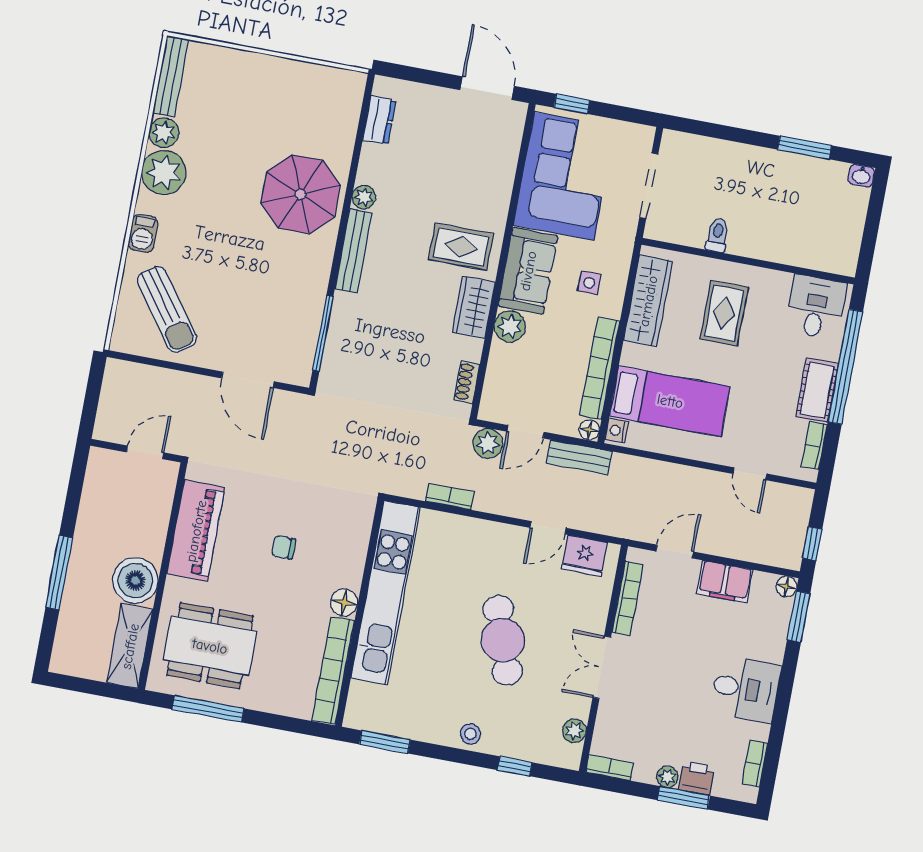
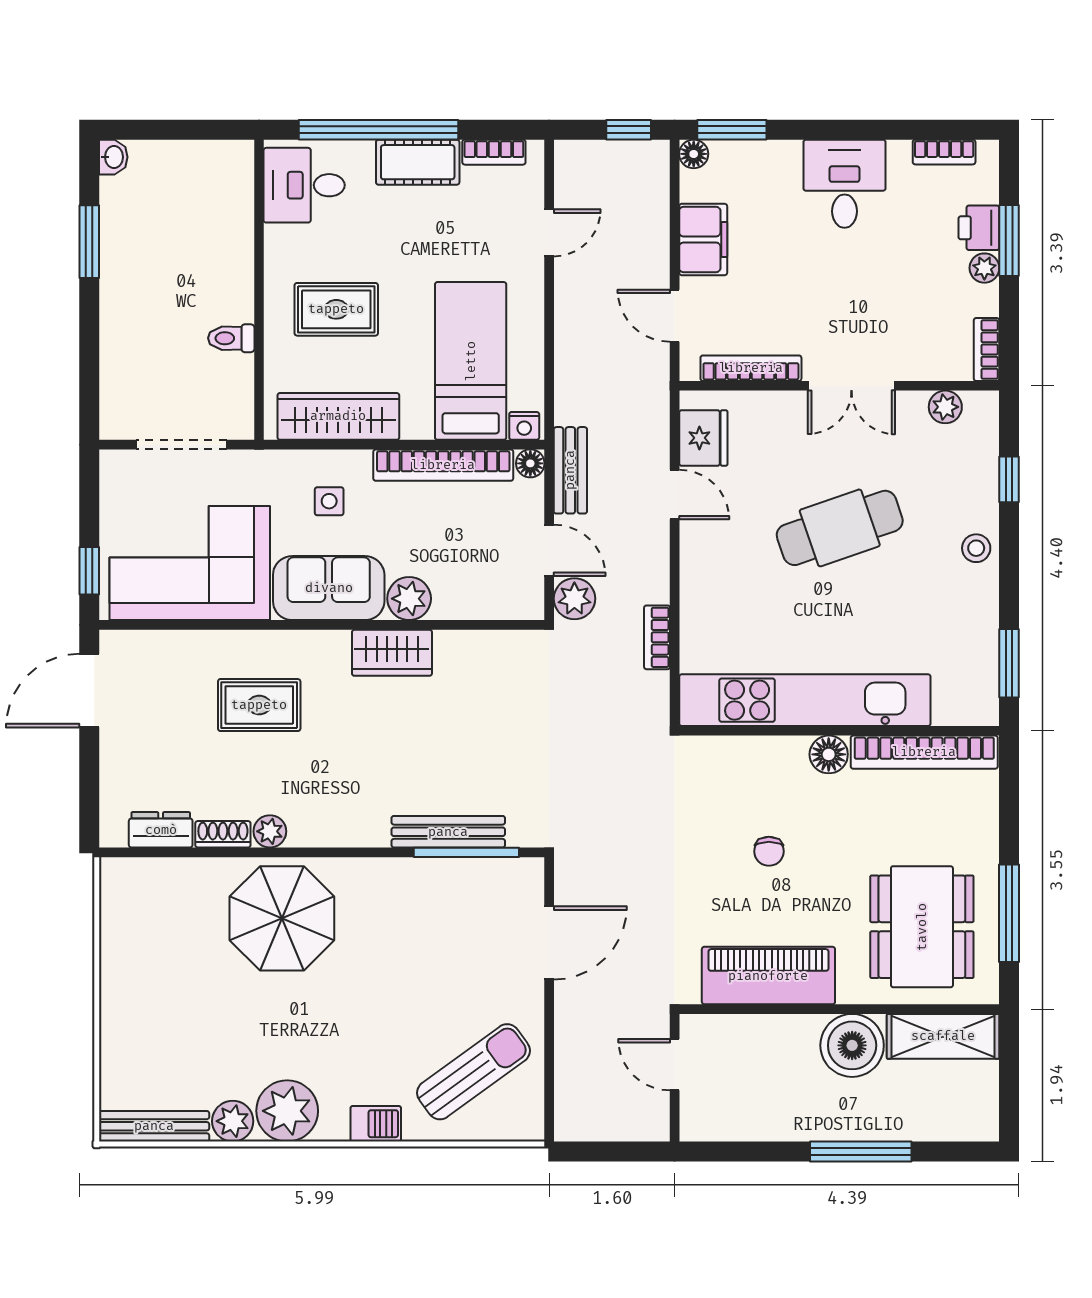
rug: (461, 247) -> (259, 705), moved, turned 90
bench: (353, 251) -> (448, 832), moved
shoe rack: (467, 382) -> (223, 834), moved, turned 180

